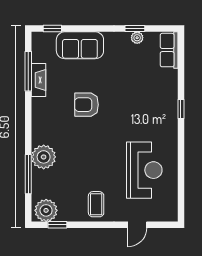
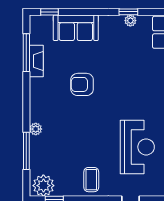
plant: (44, 157) -> (36, 129), width x0.53, depth x0.53

